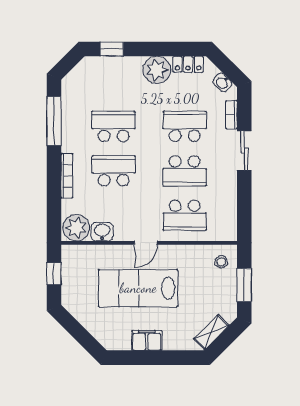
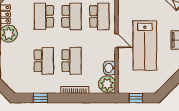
window: (54, 121) -> (40, 98), width x0.46
school desk: (114, 126) -> (44, 61), turned 180
school desk: (114, 171) -> (72, 61), turned 180

